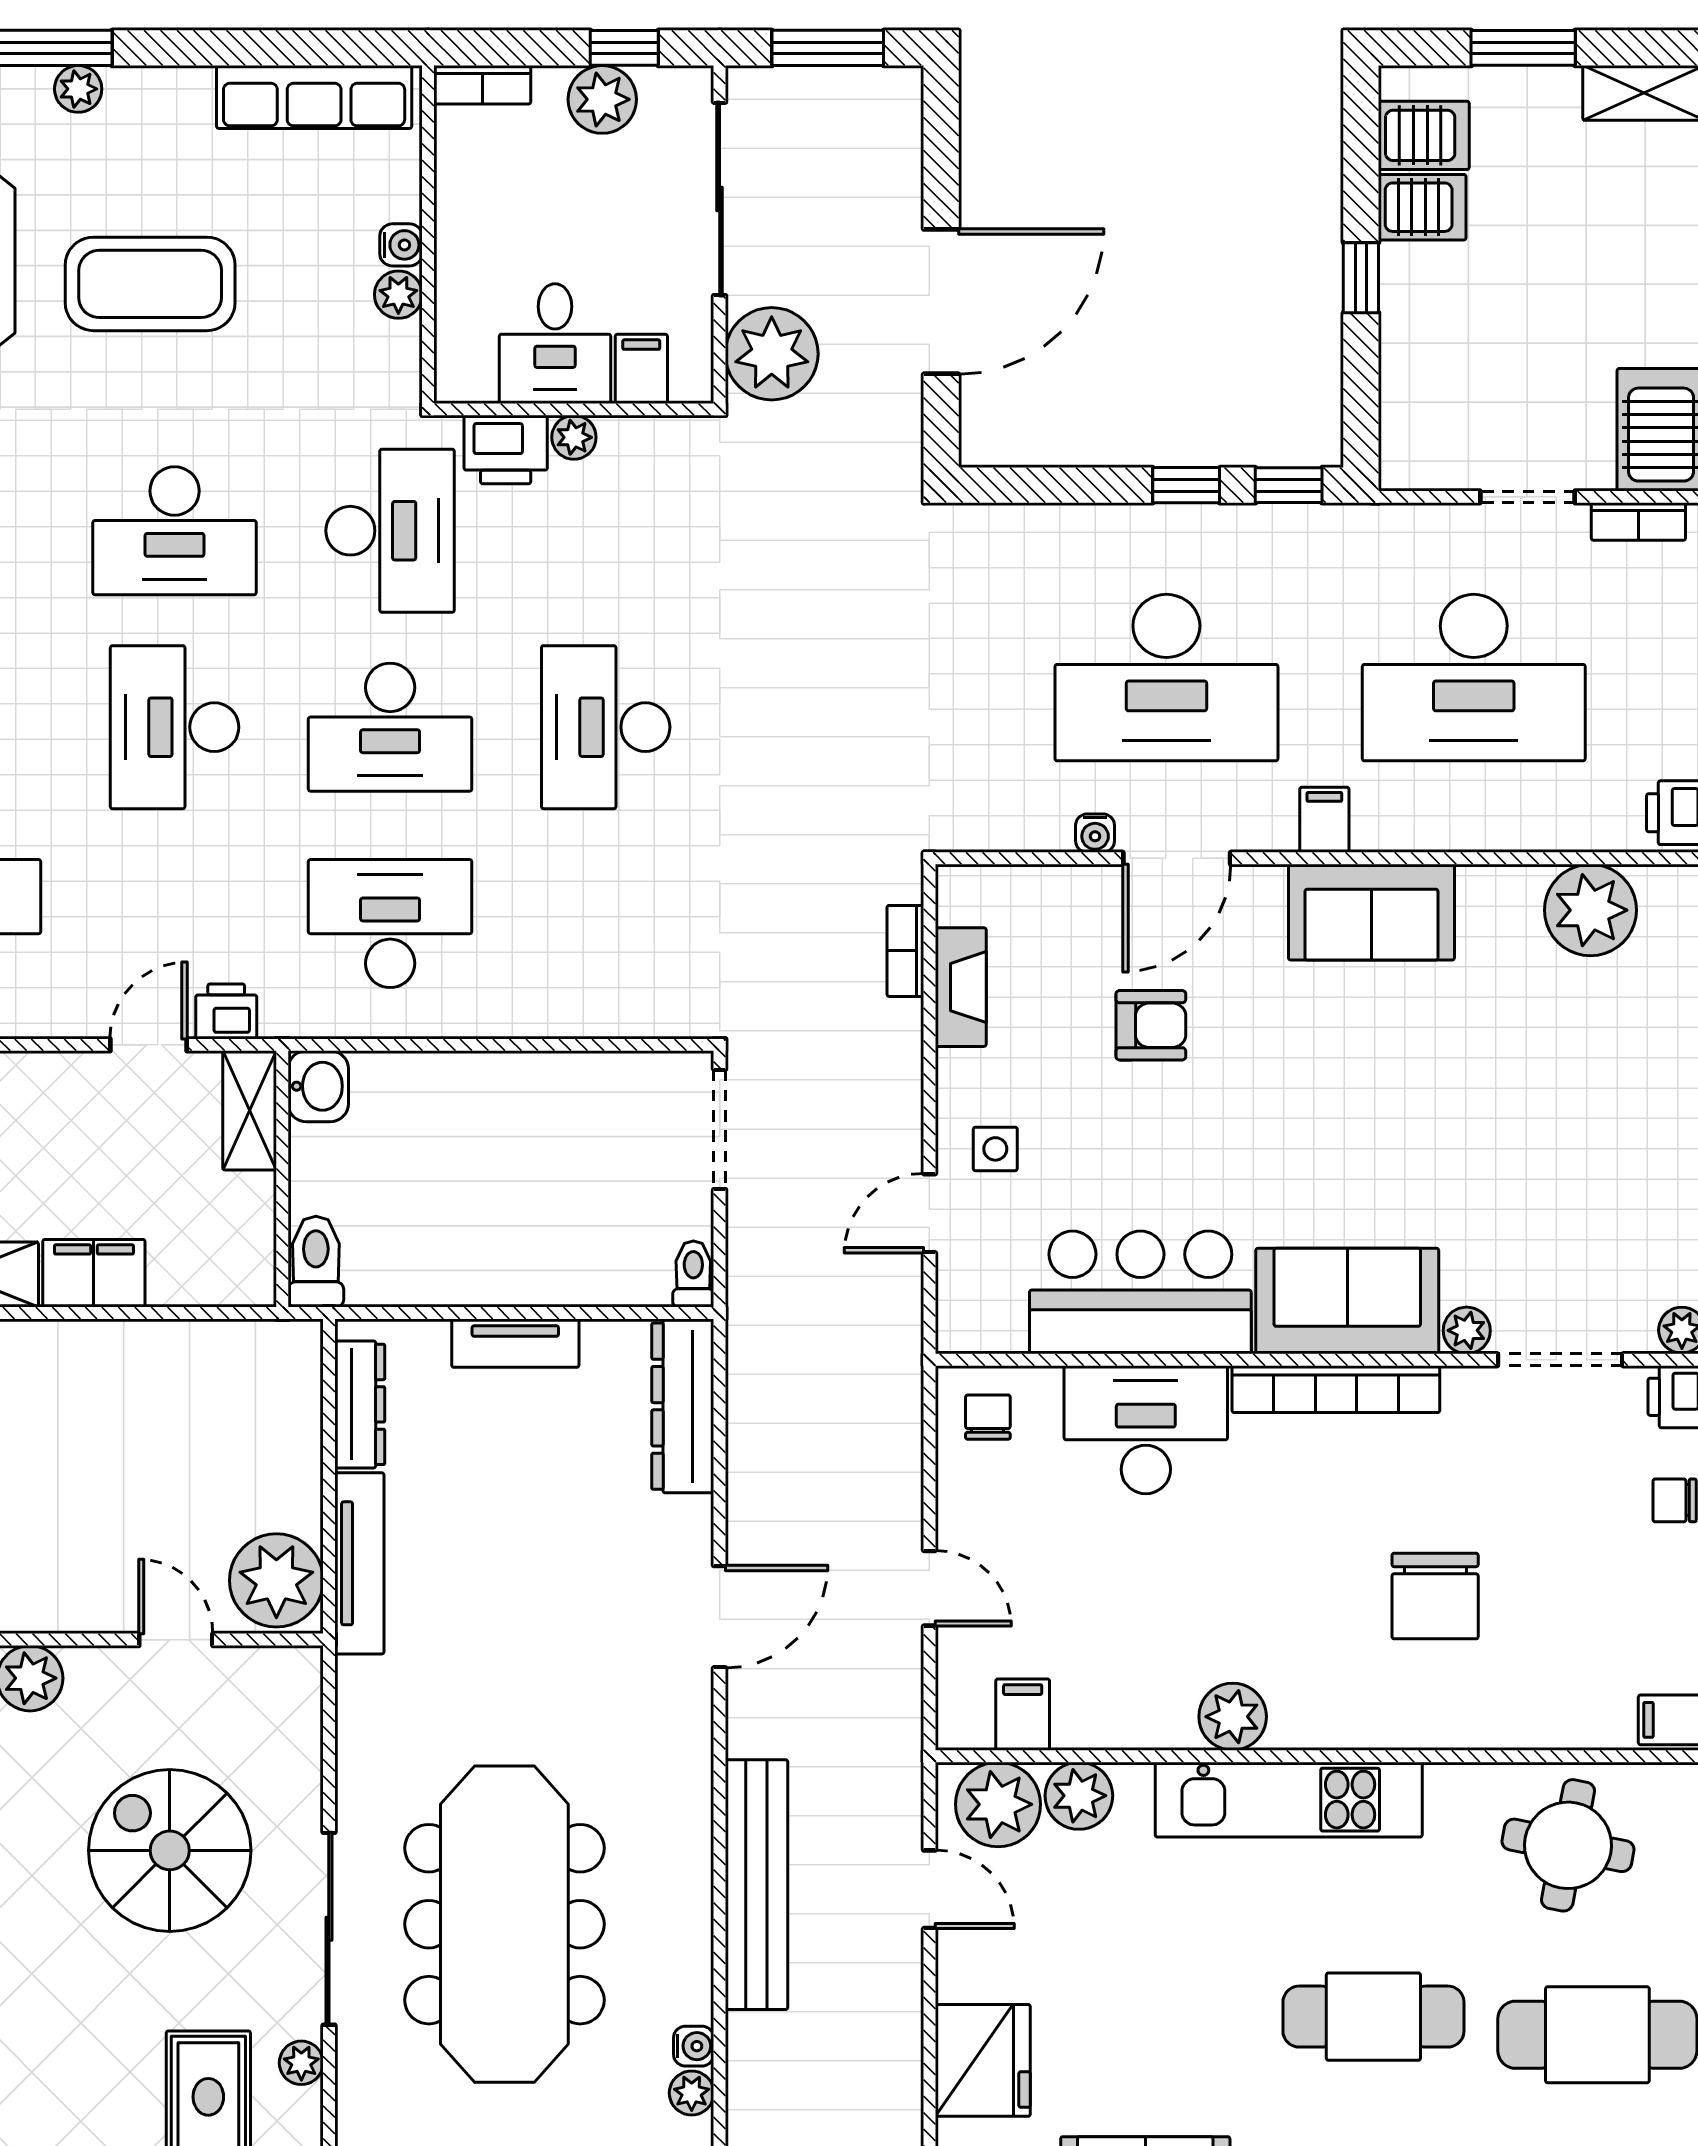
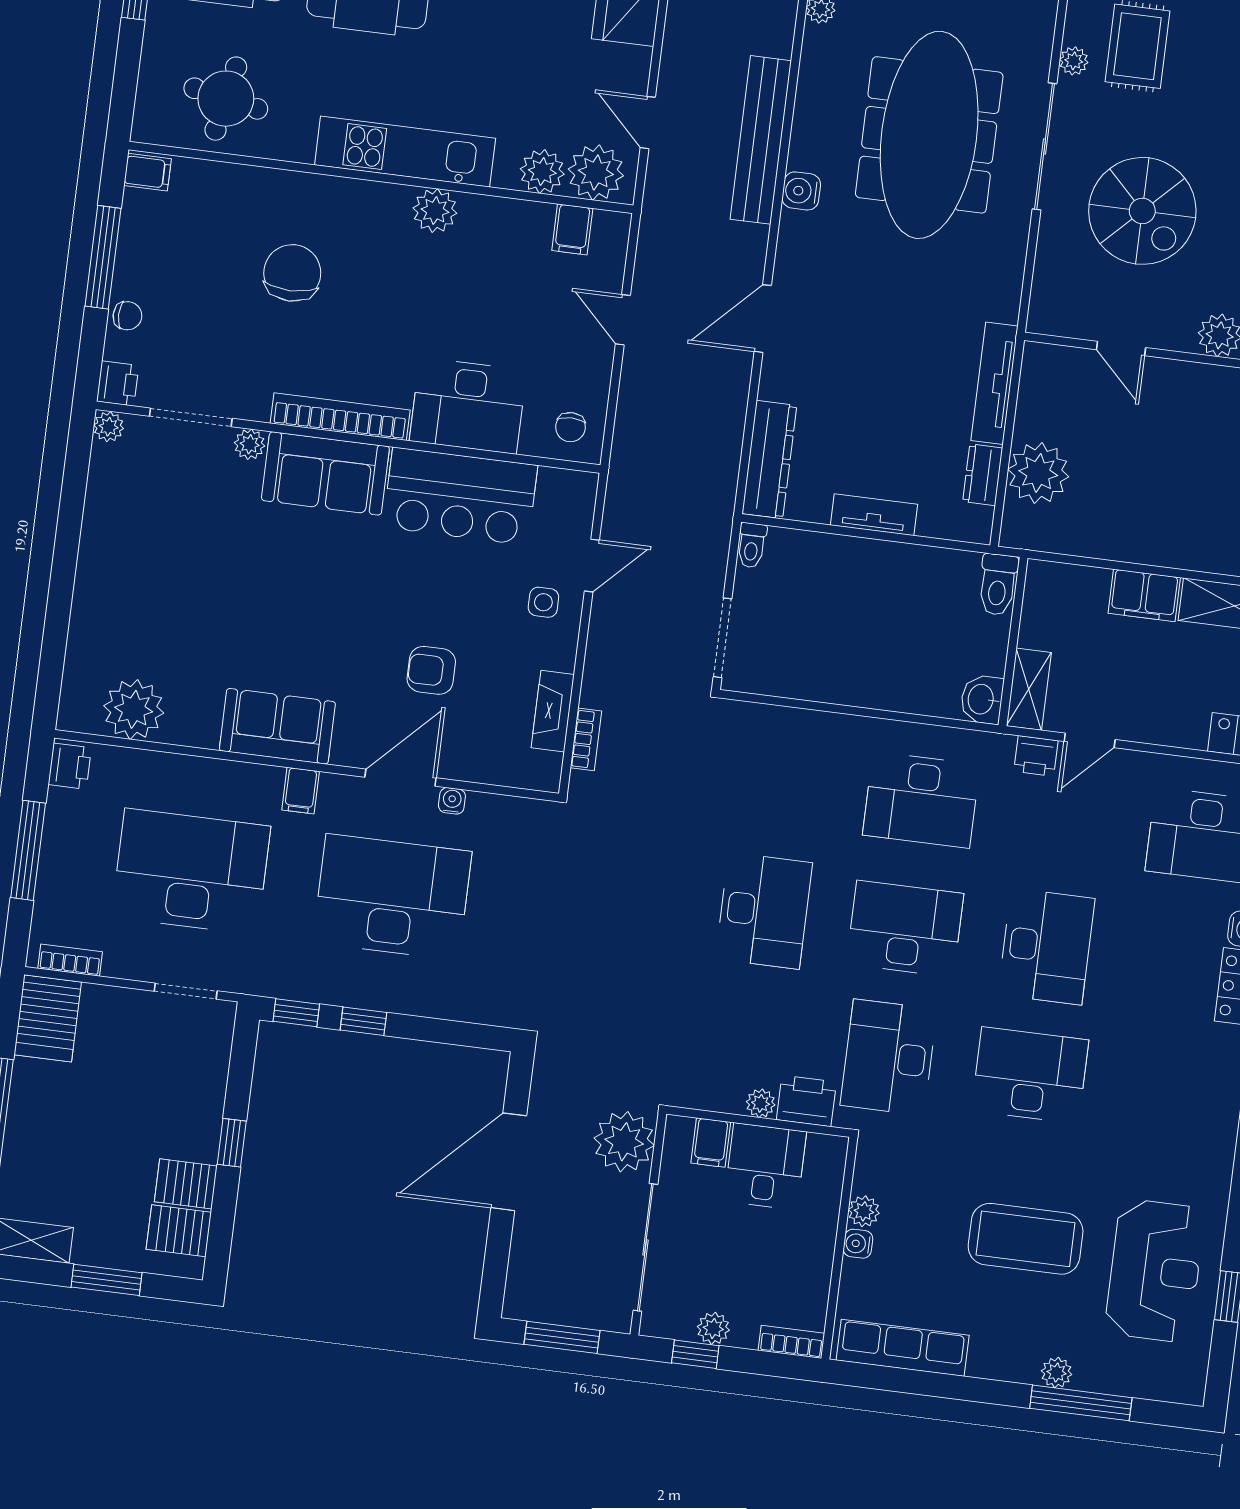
plant: (602, 99) -> (713, 1328), width x0.73, depth x0.73
doorway: (1528, 497) -> (186, 991), moved
dresser: (360, 1404) -> (983, 475), width x0.70
plant: (276, 1580) -> (1038, 473), moved
water cooler: (694, 2046) -> (801, 191), moved, width x1.38, depth x1.38

